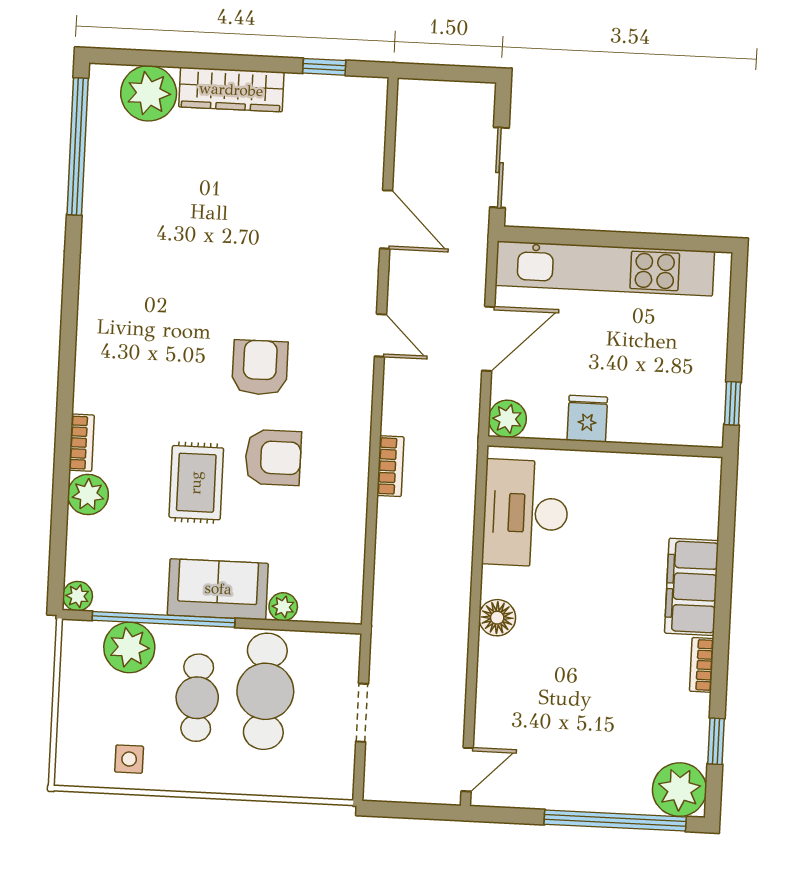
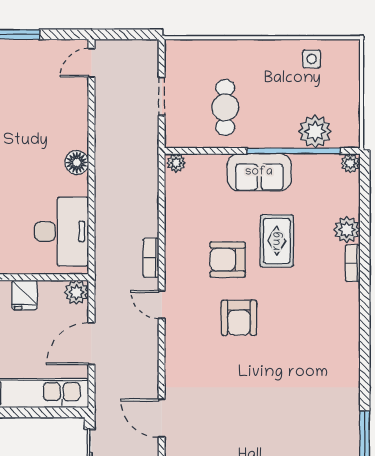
door: (380, 335) -> (162, 304), moved
plant: (283, 607) -> (176, 163), moved
cafe table: (265, 691) -> (225, 107), width x0.73, depth x0.74
cafe table: (197, 698) -> (269, 101), removed

